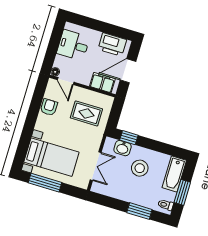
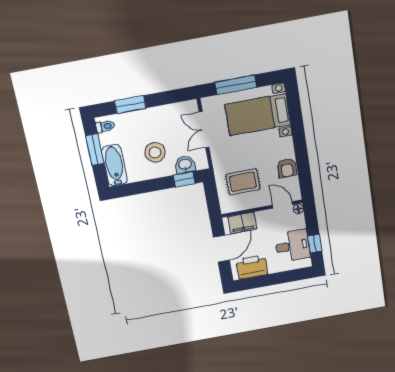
window: (55, 38) -> (315, 243), added
window: (45, 183) -> (236, 85), moved

